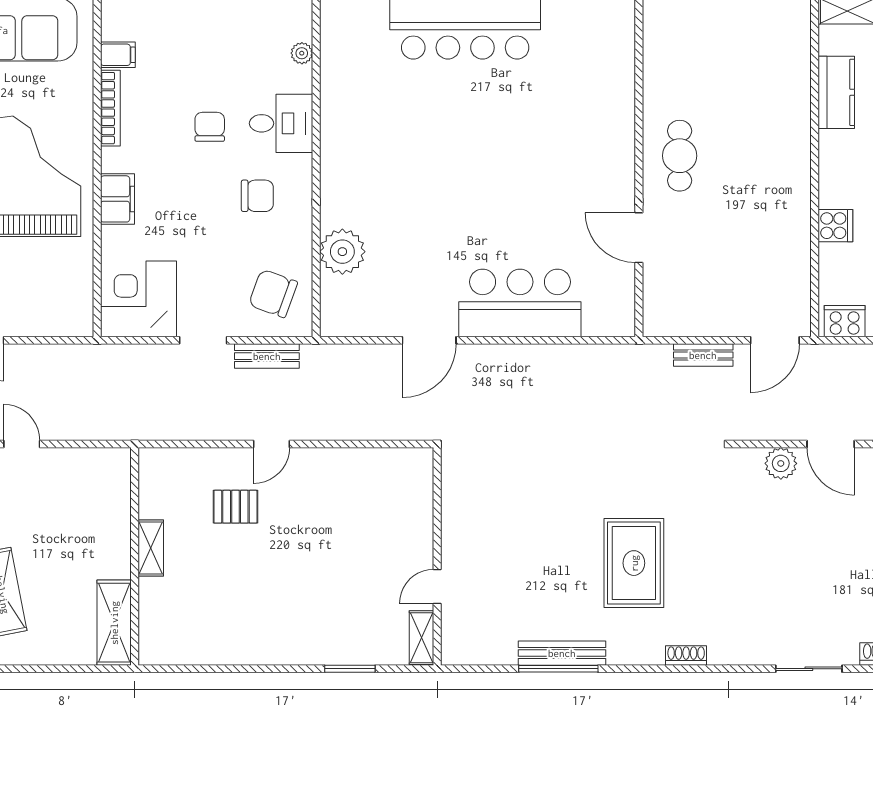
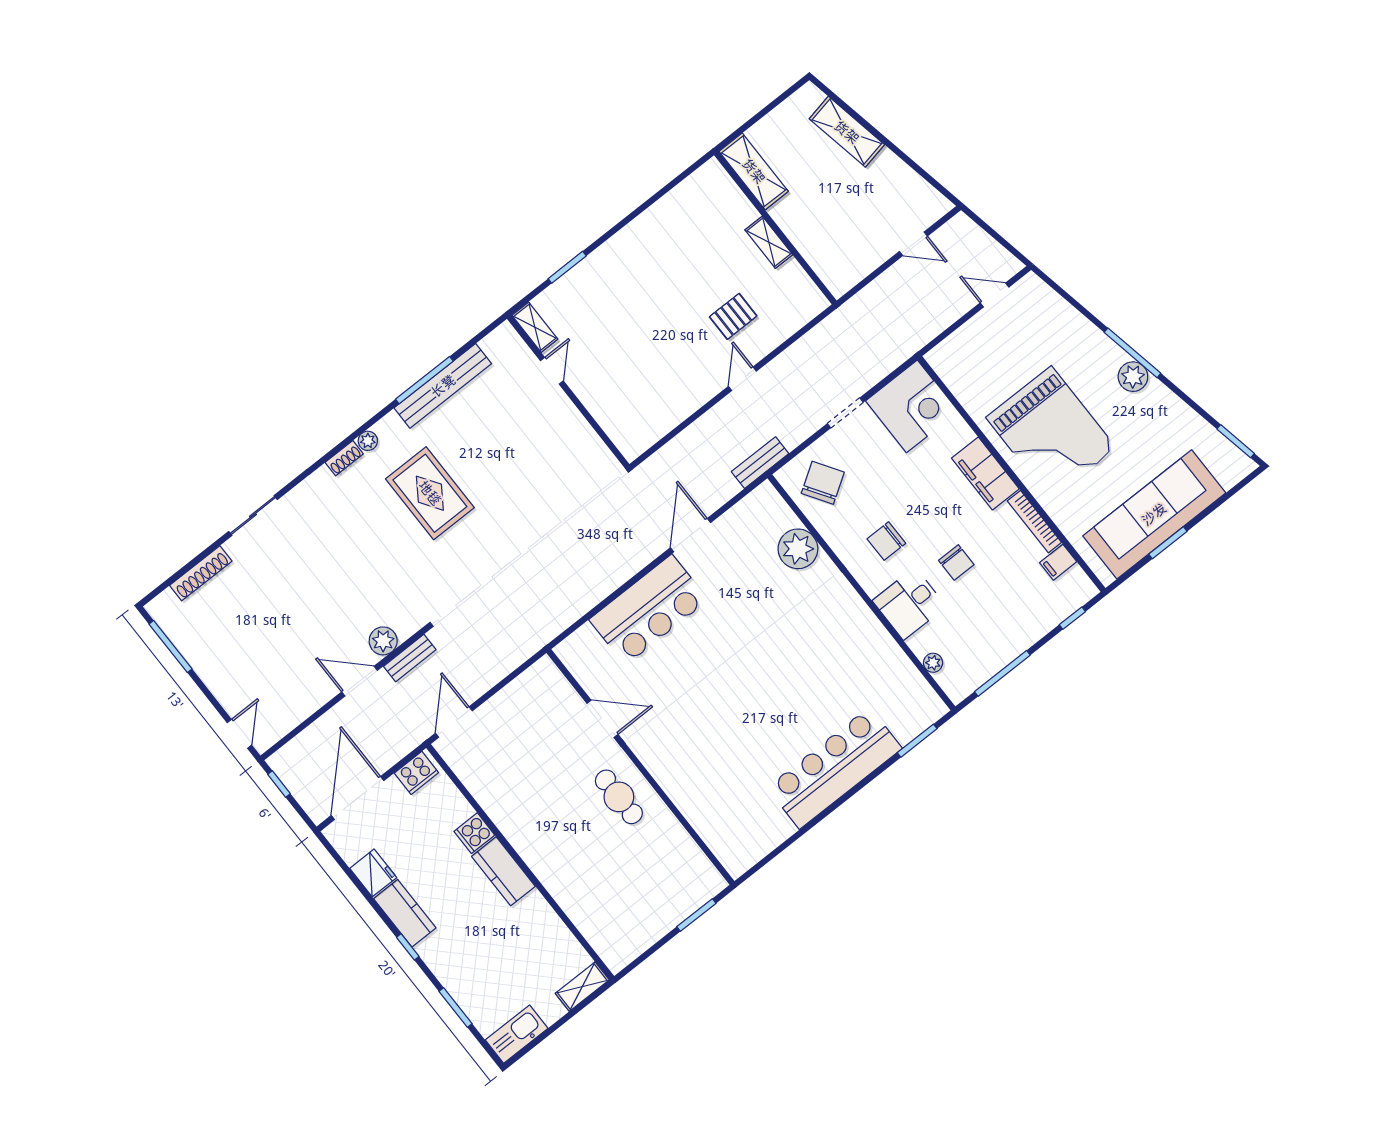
kitchen counter: (836, 92) -> (503, 871), moved
filing cabinet: (117, 199) -> (985, 473), width x1.50, depth x1.17
chair: (273, 293) -> (823, 483), turned -53
bench: (703, 355) -> (410, 658), moved
bench: (267, 356) -> (760, 463), moved
bench: (562, 653) -> (443, 386), width x1.37, depth x1.21
plant: (652, 654) -> (368, 441), added

